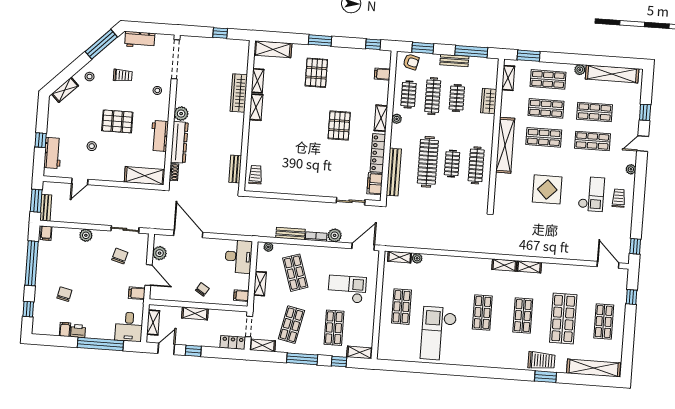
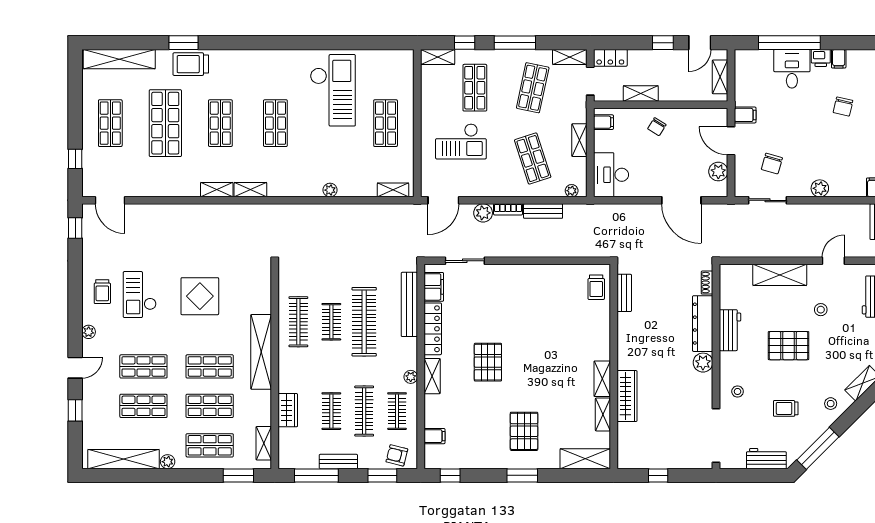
shelving: (145, 176) -> (780, 275), moved
plant: (417, 258) -> (330, 190), moved
shelving: (195, 313) -> (641, 93), moved
desk: (129, 327) -> (792, 69), moved

